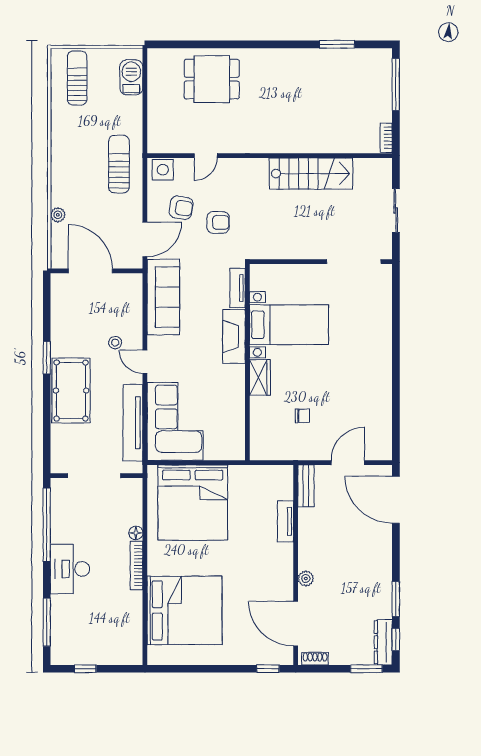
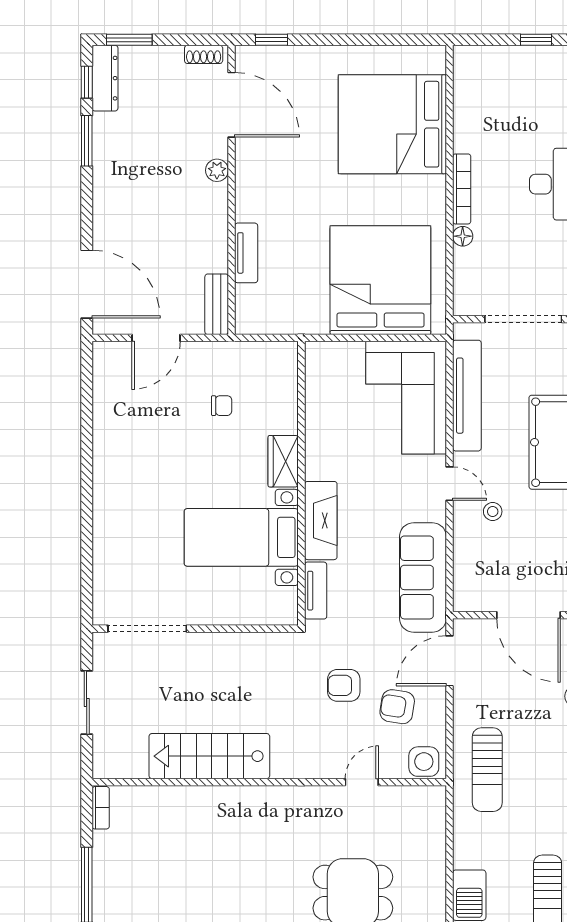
chair: (302, 416) -> (222, 406), turned 180

